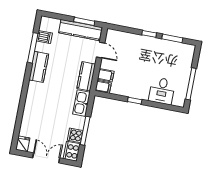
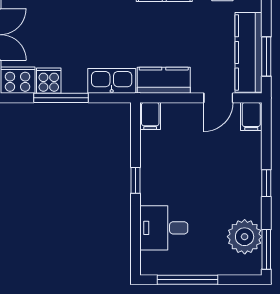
window: (172, 38) -> (266, 249), moved
plant: (174, 50) -> (245, 237), added
filing cabinet: (106, 75) -> (251, 117), moved

